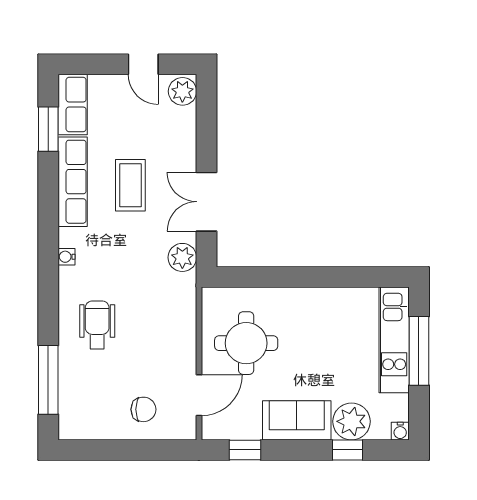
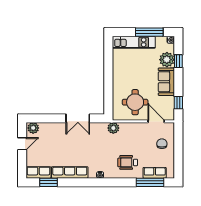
coffee table: (130, 185) -> (71, 149), removed
plant: (182, 257) -> (113, 128), moved
window: (419, 351) -> (149, 32), moved
row of seats: (72, 391) -> (155, 173), added

